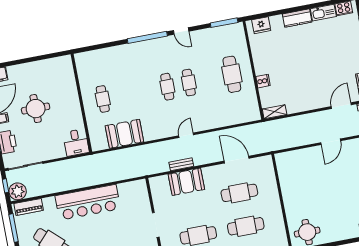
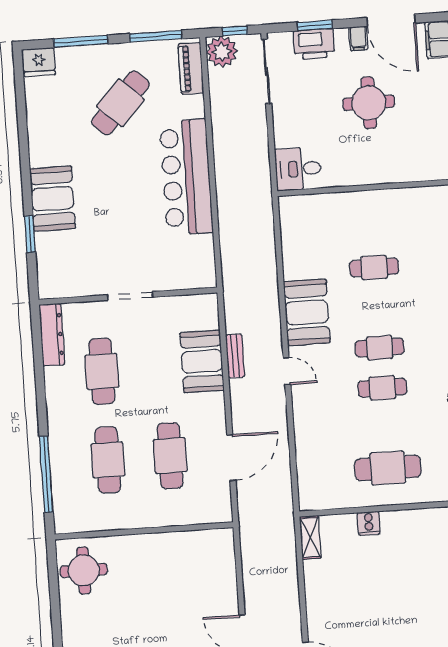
cafe table: (103, 99) -> (374, 267), moved
booth: (124, 134) -> (307, 312), moved

